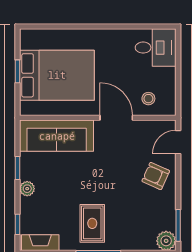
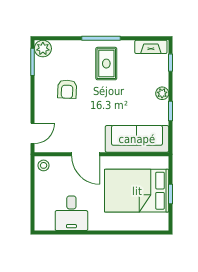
desk: (156, 48) -> (71, 213), moved, turned -90
stool: (148, 99) -> (44, 165), moved
armchair: (156, 176) -> (67, 89), moved, turned 68

